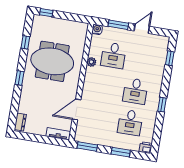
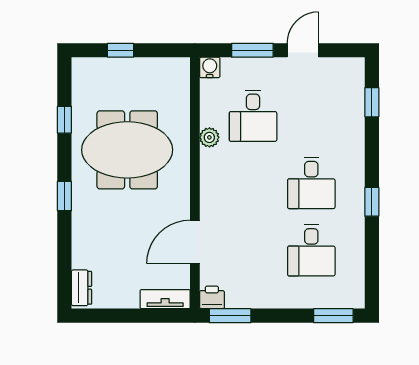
window: (46, 13) -> (121, 50), moved
printer: (146, 148) -> (212, 297), moved
window: (121, 152) -> (333, 316), moved

